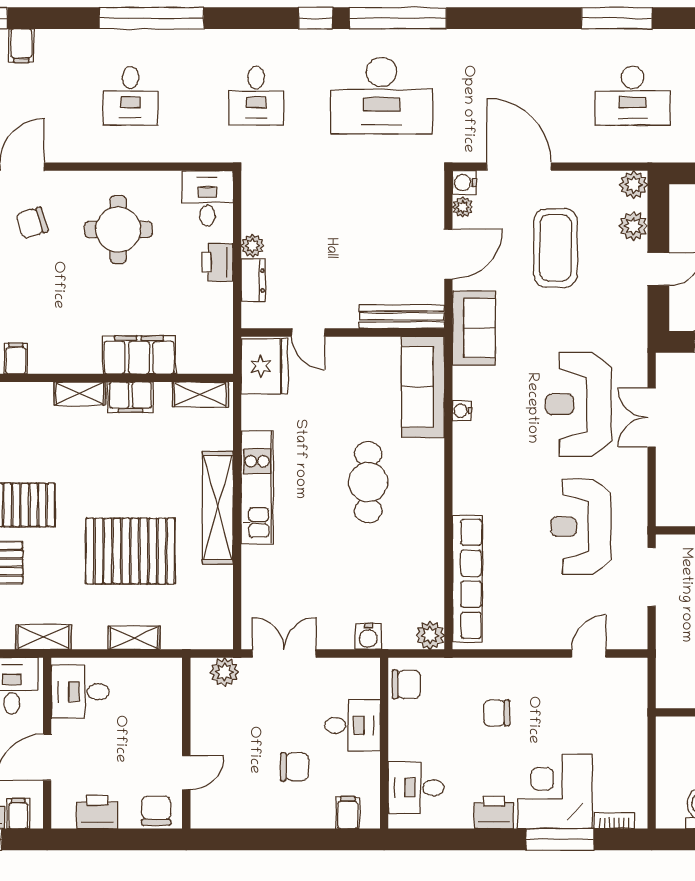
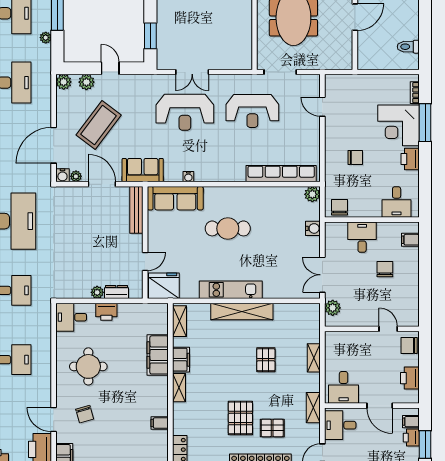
coffee table: (556, 248) -> (99, 125), turned -53
pallet: (130, 551) -> (266, 360), width x0.49, depth x0.50
chair: (497, 713) -> (355, 158), turned -90

